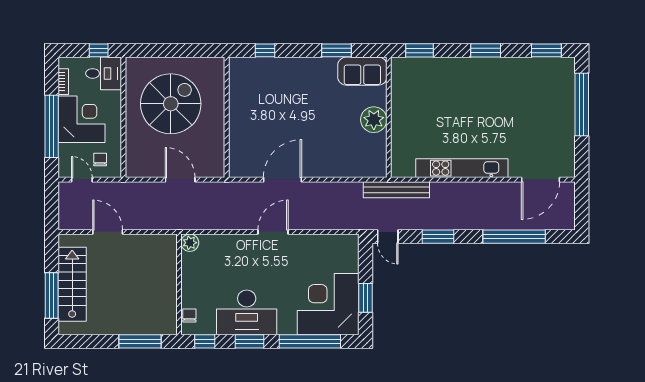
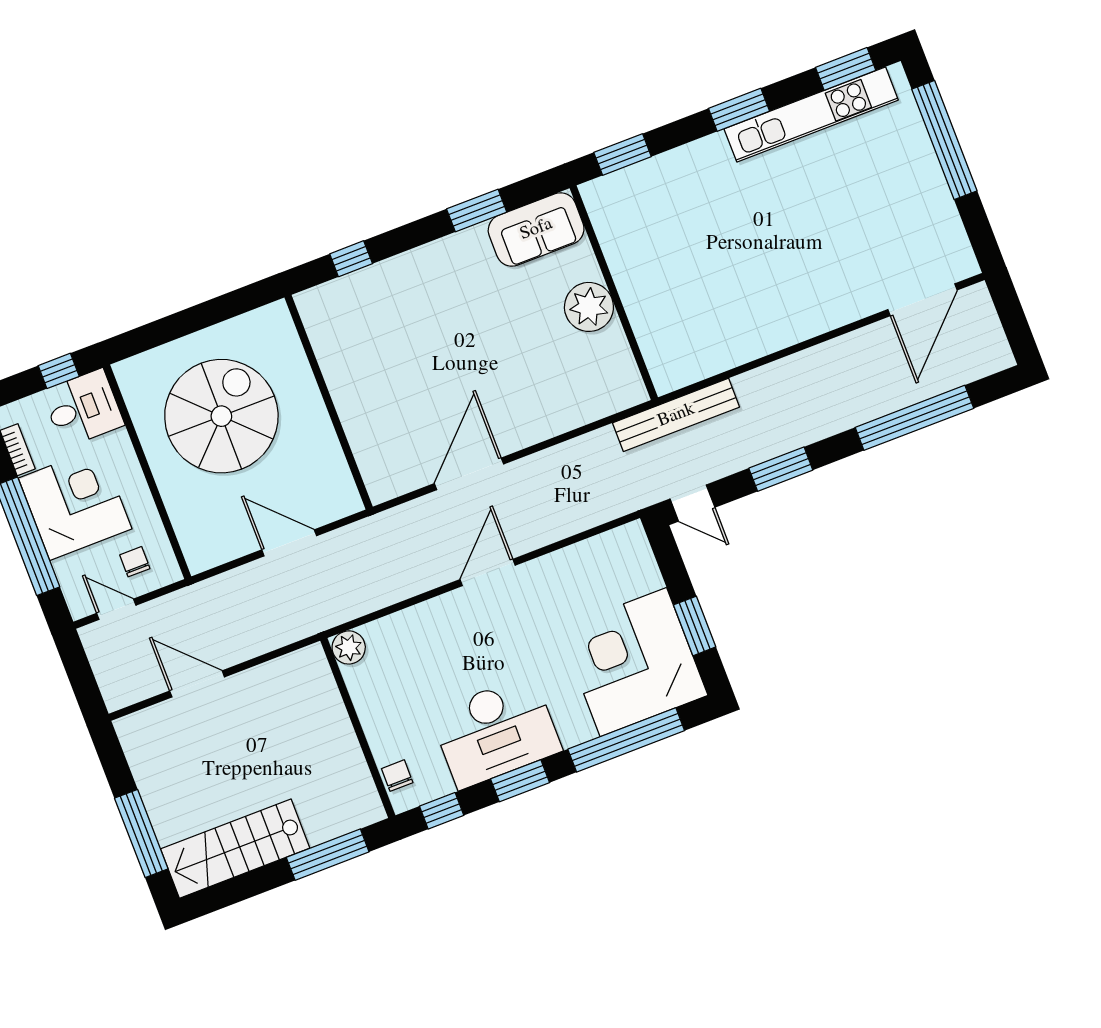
kitchen unit: (462, 168) -> (811, 114), moved, turned 180
stairs: (72, 284) -> (235, 849), moved, turned -90

